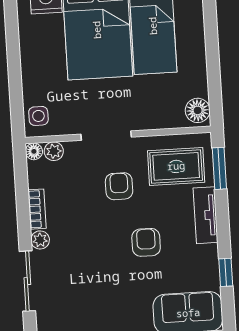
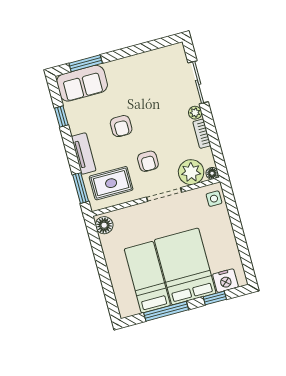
plant: (54, 151) -> (191, 172), width x1.87, depth x1.87

